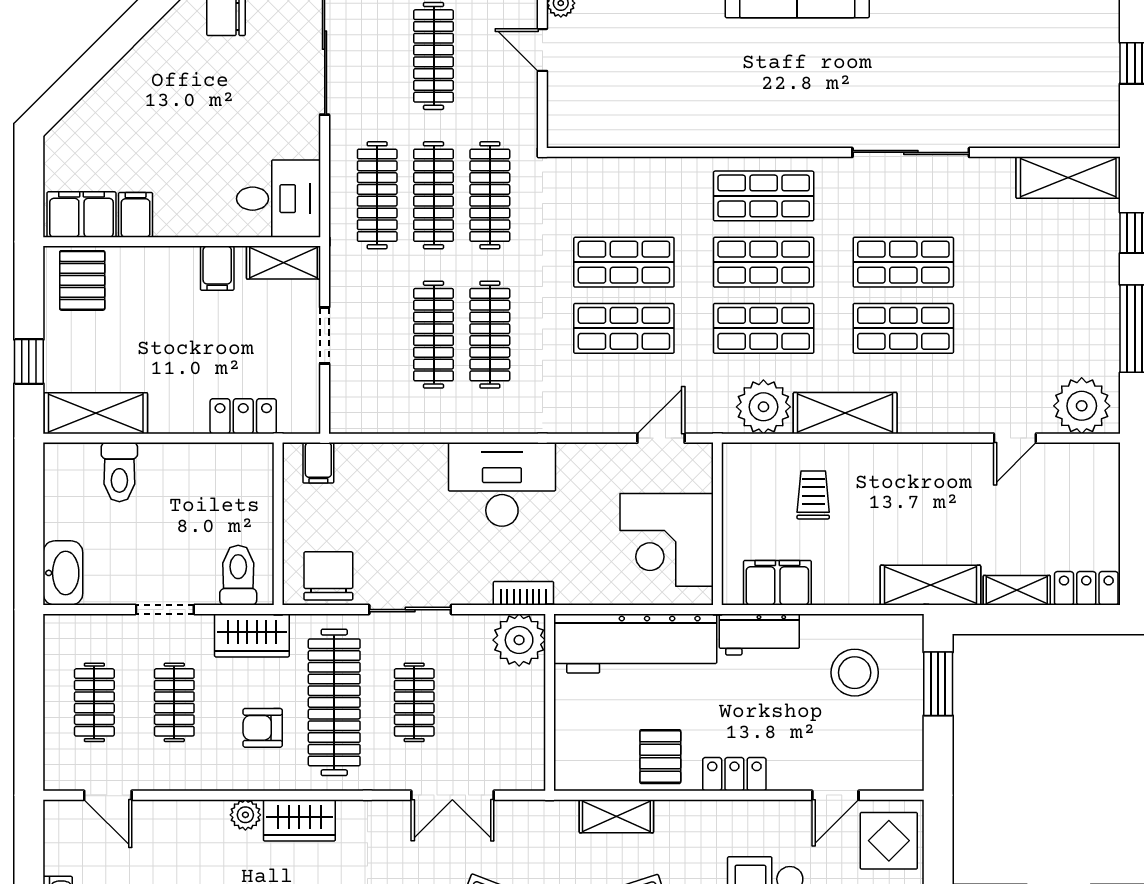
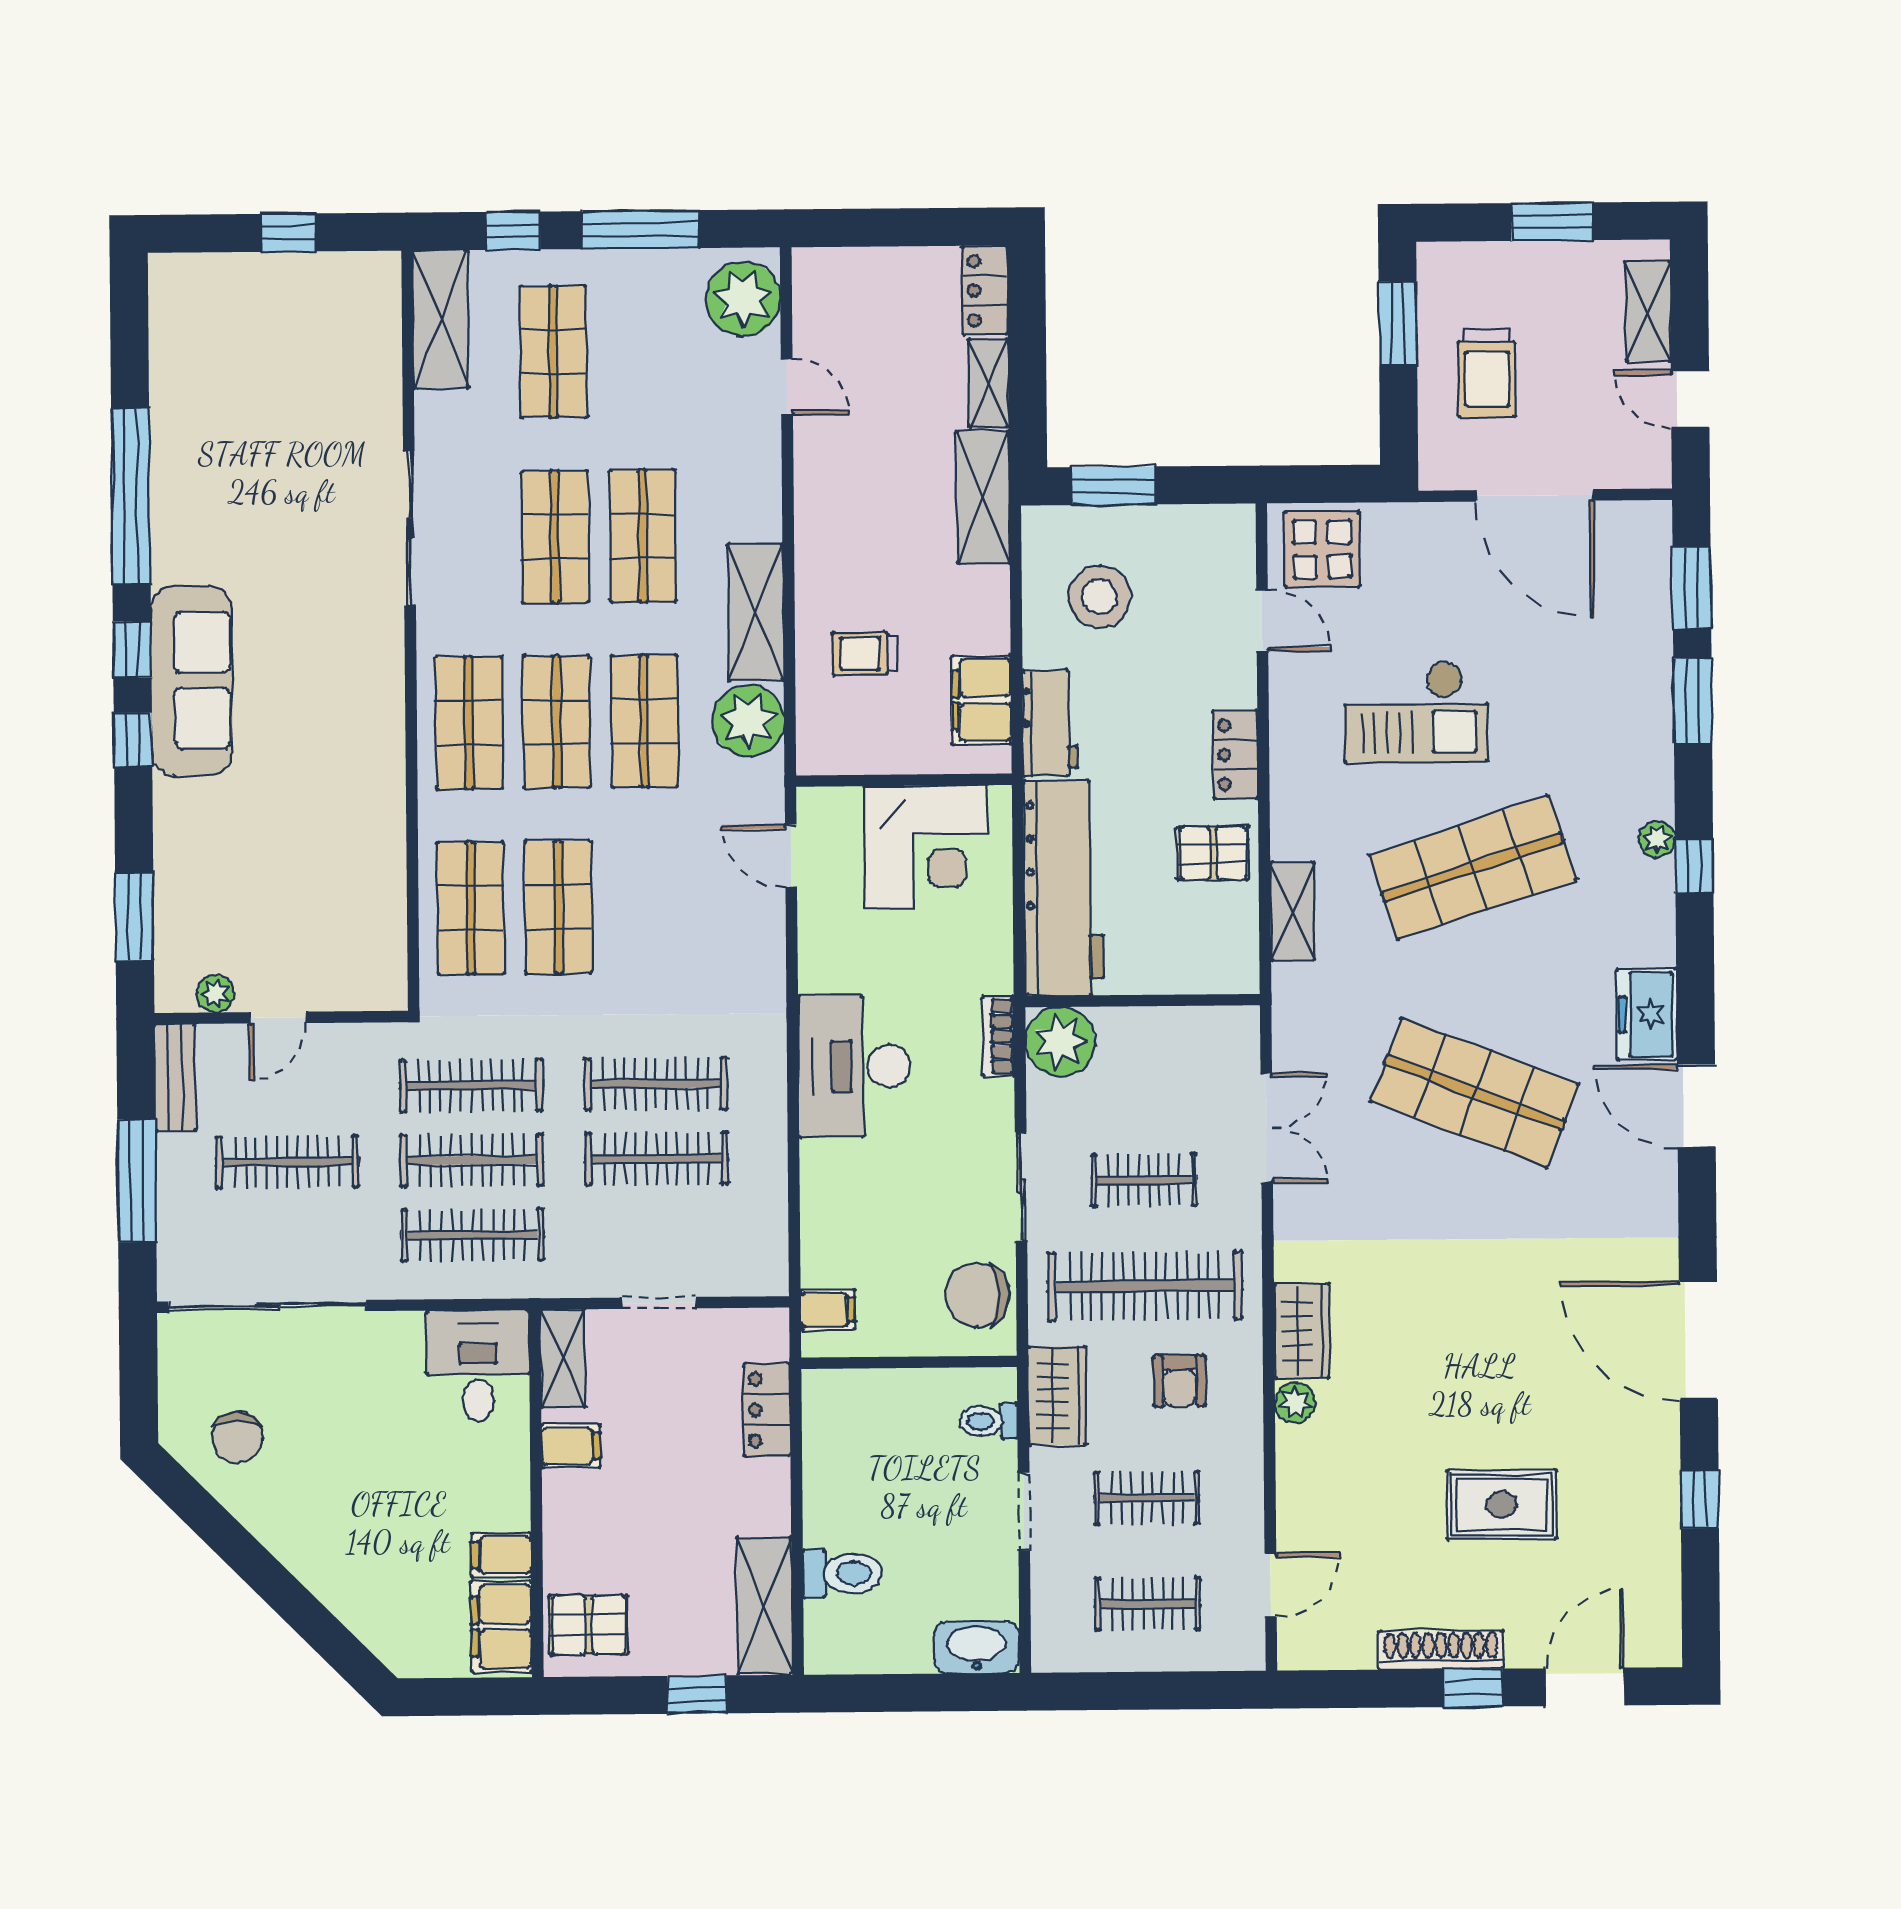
shop shelf: (1043, 262) -> (553, 352), added
shop shelf: (624, 328) -> (470, 908), moved
toilet: (238, 575) -> (989, 1421), width x0.73, depth x0.72

